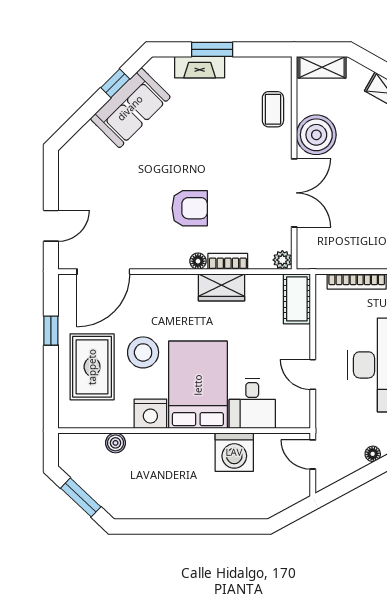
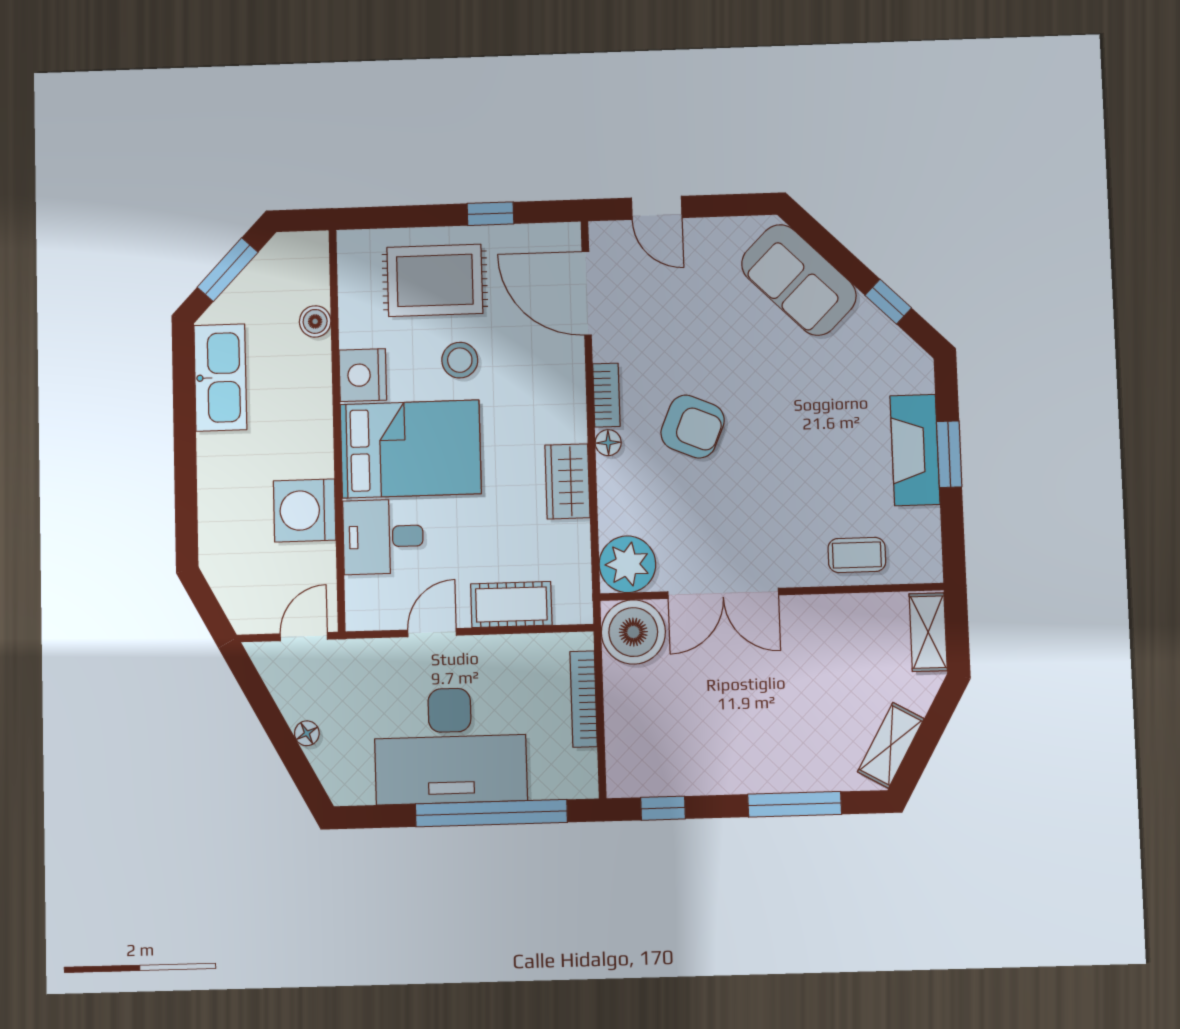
fireplace: (200, 67) -> (915, 450), width x1.37, depth x1.32
sofa: (130, 108) -> (799, 280), moved
boiler: (316, 135) -> (633, 632), moved
armchair: (190, 208) -> (693, 427), turned -67
plant: (282, 260) -> (627, 564), width x1.88, depth x1.88
bookcase: (228, 261) -> (606, 395), moved
cot: (297, 299) -> (511, 604), moved
stool: (143, 352) -> (460, 360), width x0.73, depth x0.73
kitchen sink: (149, 503) -> (220, 378), added

